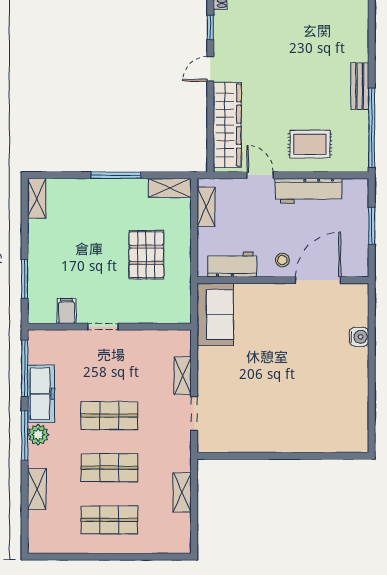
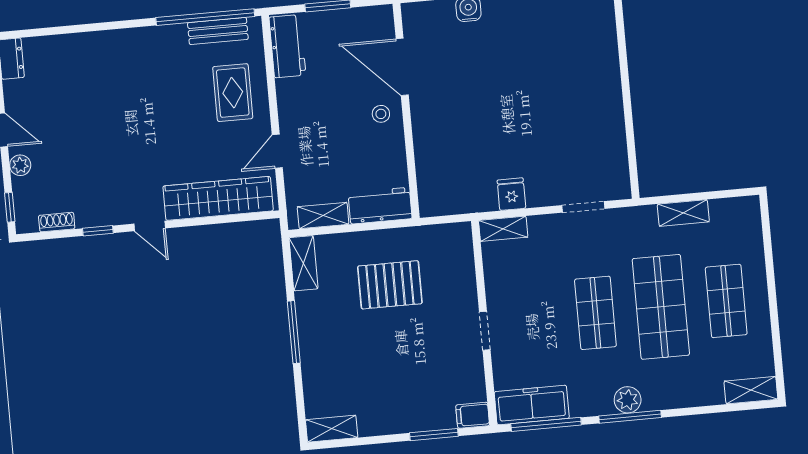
bench: (360, 86) -> (218, 31), moved
workbench: (309, 191) -> (287, 46), moved, width x0.73
workbench: (232, 265) -> (380, 206), moved, turned 90
filing cabinet: (67, 311) -> (473, 415), moved
sofa: (215, 314) -> (457, 192), removed
fridge: (209, 358) -> (511, 194), added
shelving: (183, 376) -> (503, 229), moved
freezer: (41, 394) -> (532, 405), moved
shop shelf: (109, 468) -> (661, 307), width x1.43, depth x1.36
shelving: (37, 489) -> (751, 390), moved

